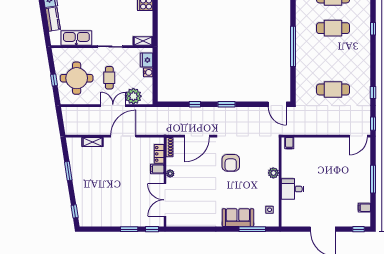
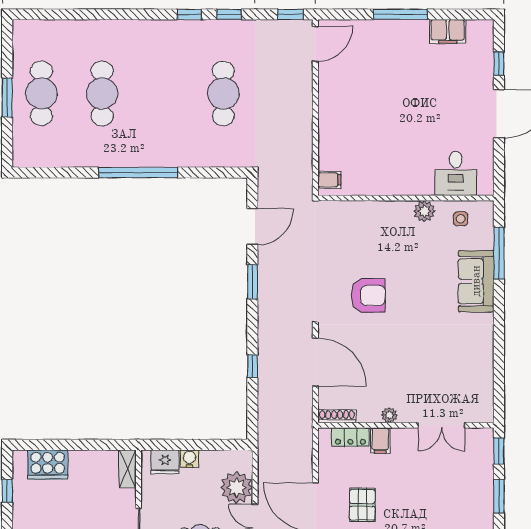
window: (373, 29) -> (189, 14), moved
window: (227, 104) -> (252, 282), moved
door: (277, 104) -> (252, 226), moved
door: (358, 136) -> (315, 44), hinge flipped
pallet: (125, 160) -> (362, 505), added
plant: (273, 173) -> (424, 211), moved
desk: (293, 189) -> (456, 173), moved
double door: (165, 200) -> (441, 425), width x0.73
filing cabinet: (364, 208) -> (448, 31), width x2.00
window: (359, 229) -> (499, 64), moved

